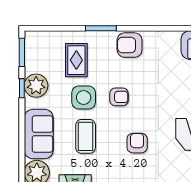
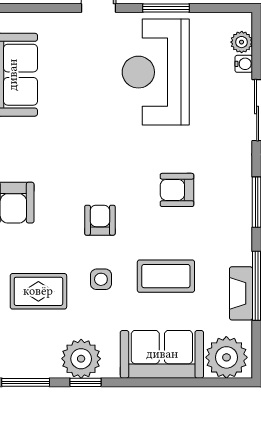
side table: (84, 98) -> (101, 279), width x0.54, depth x0.54

